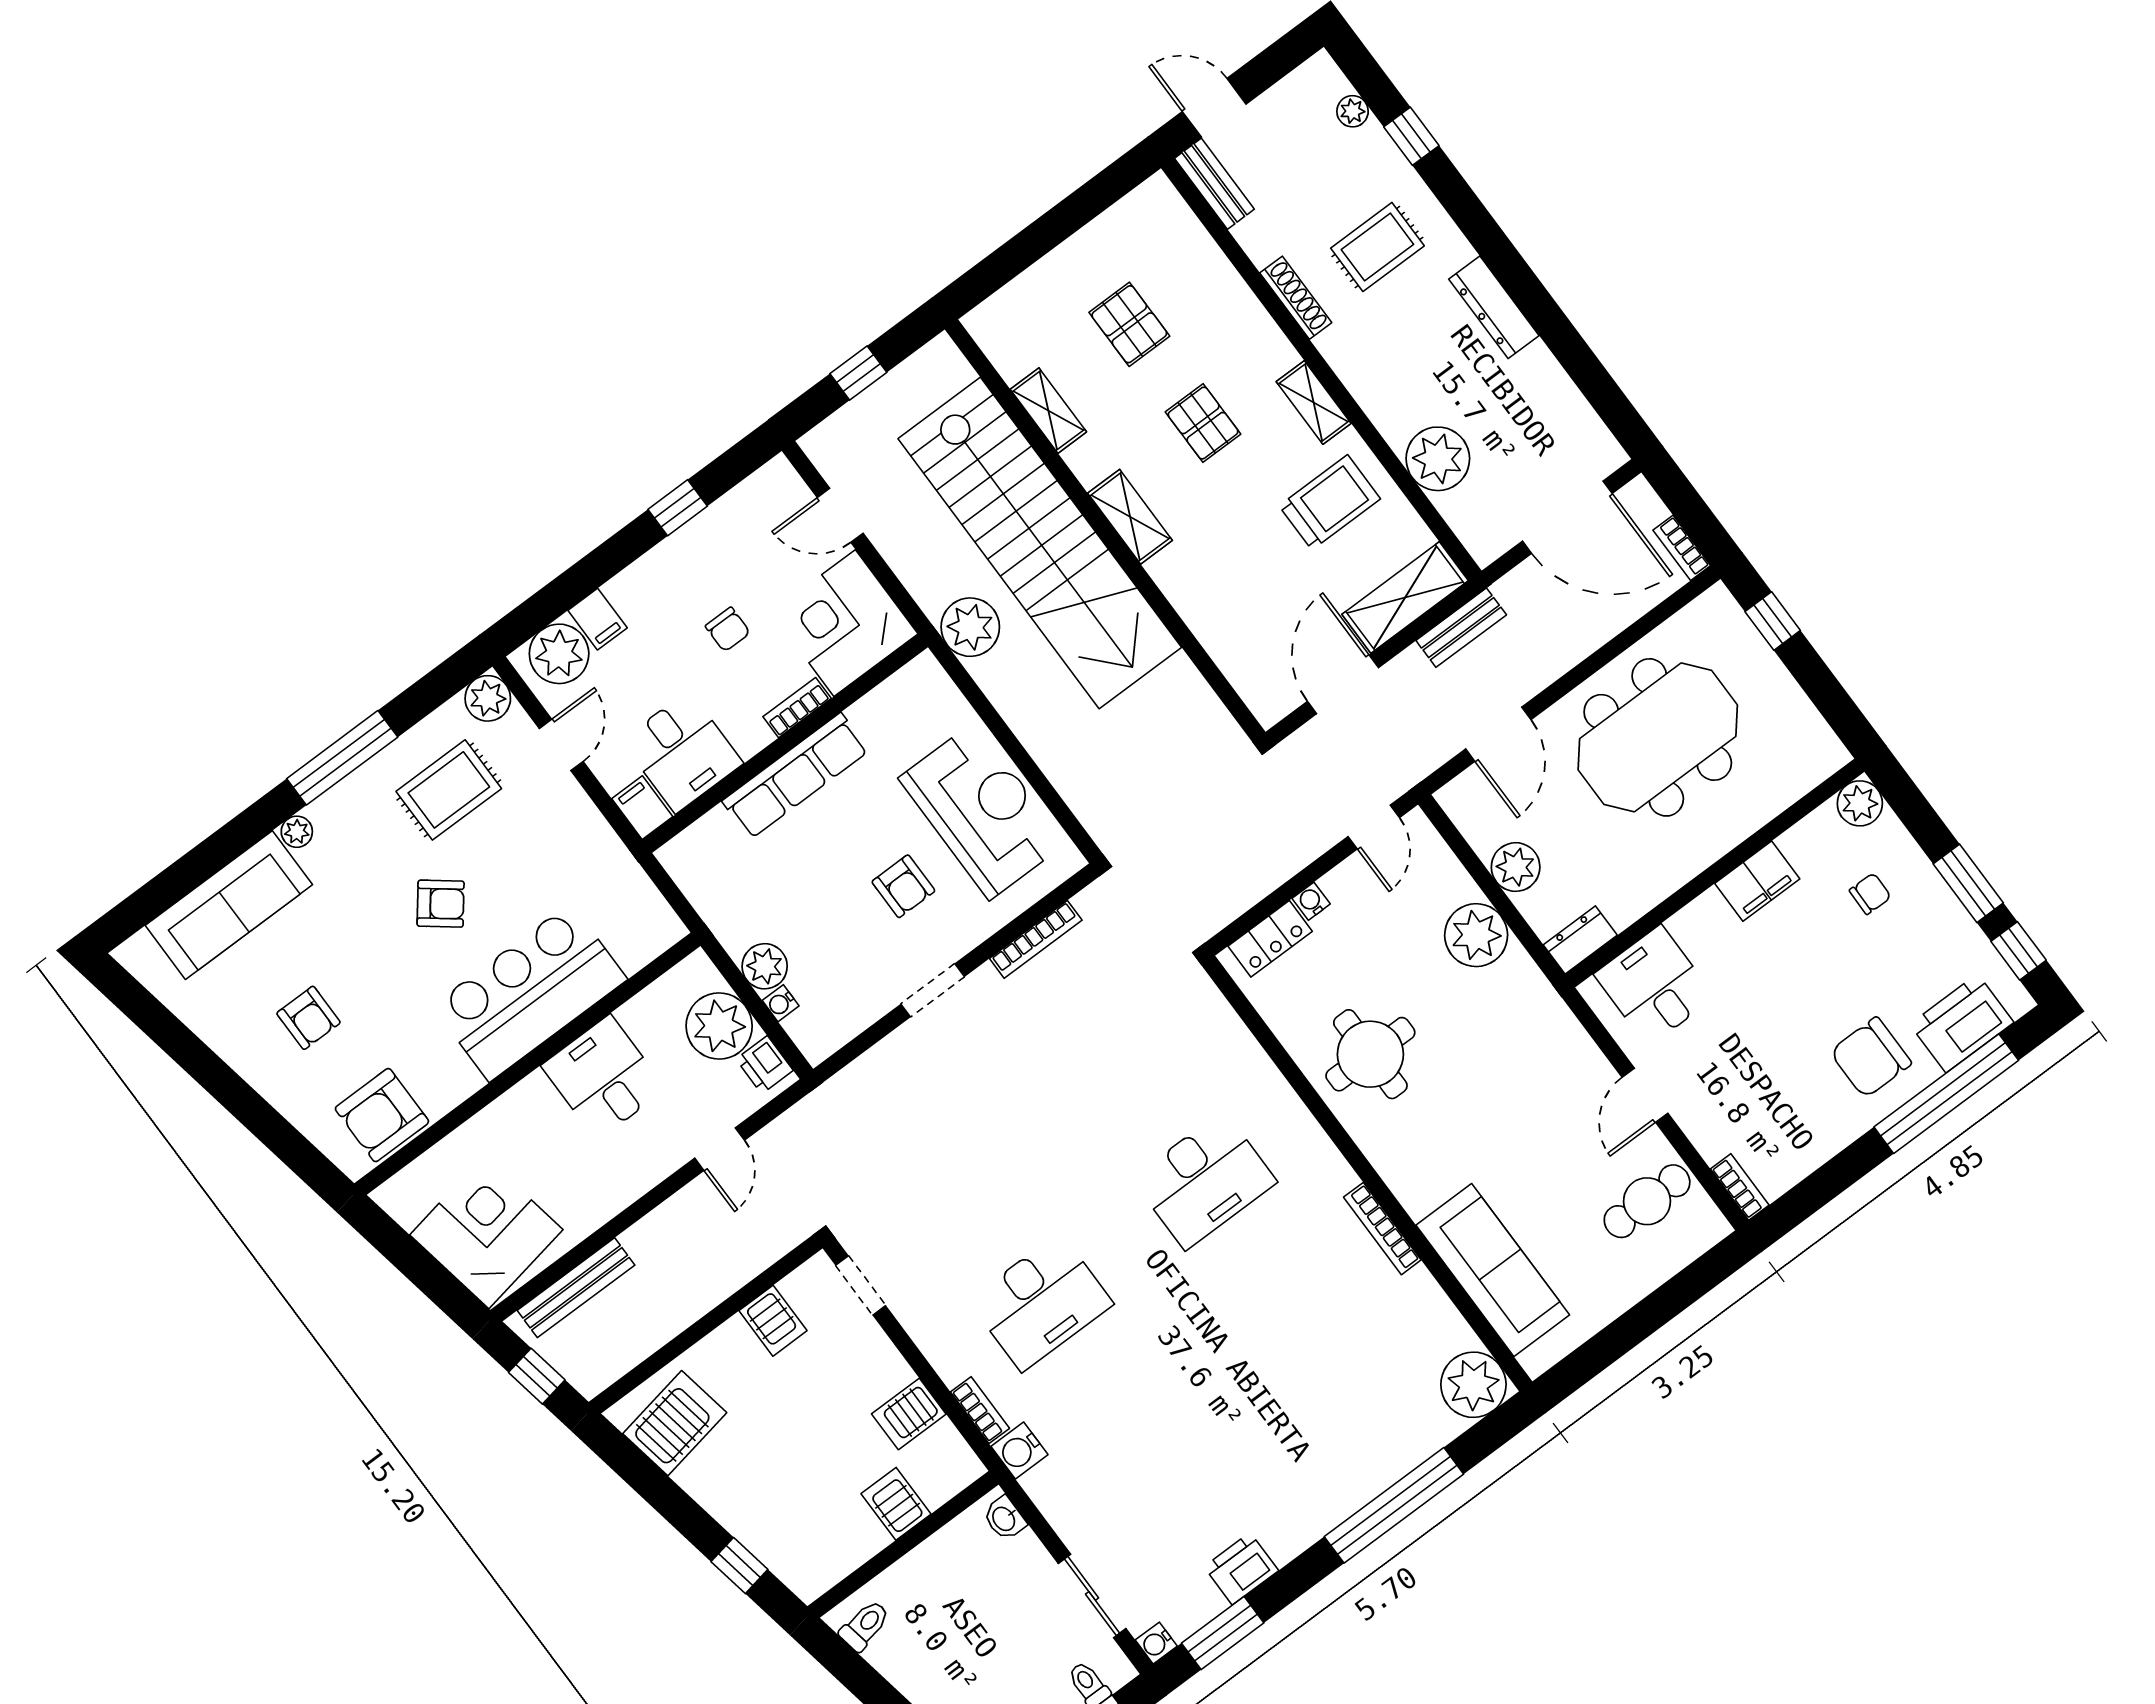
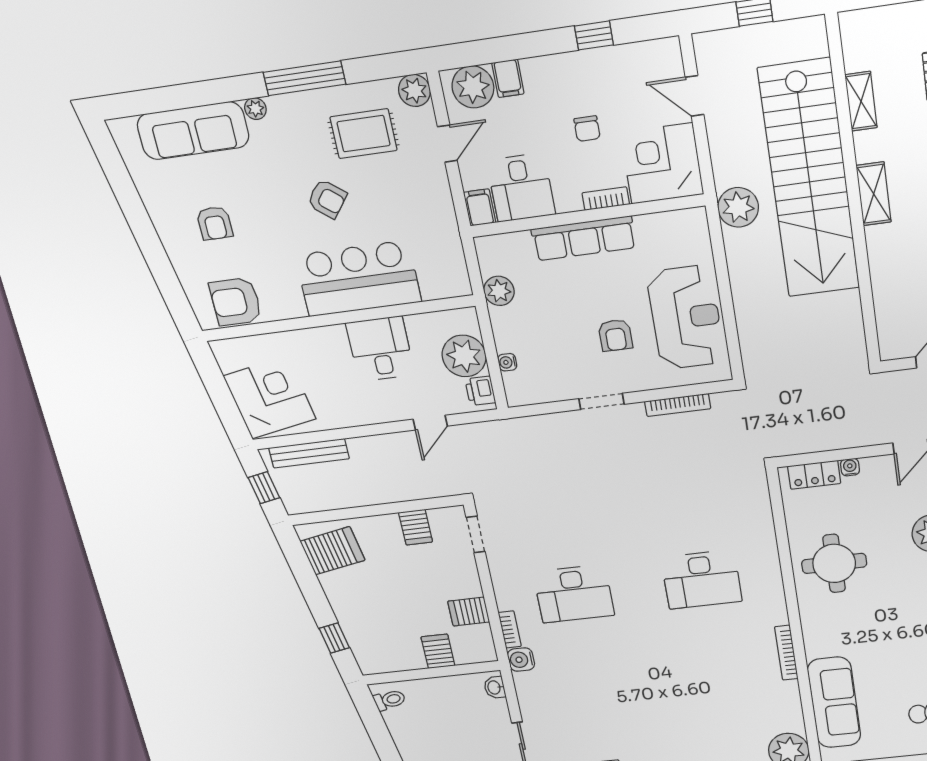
plant: (765, 966) -> (499, 291), moved

